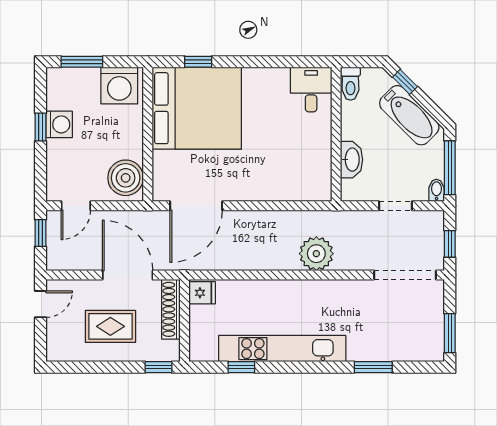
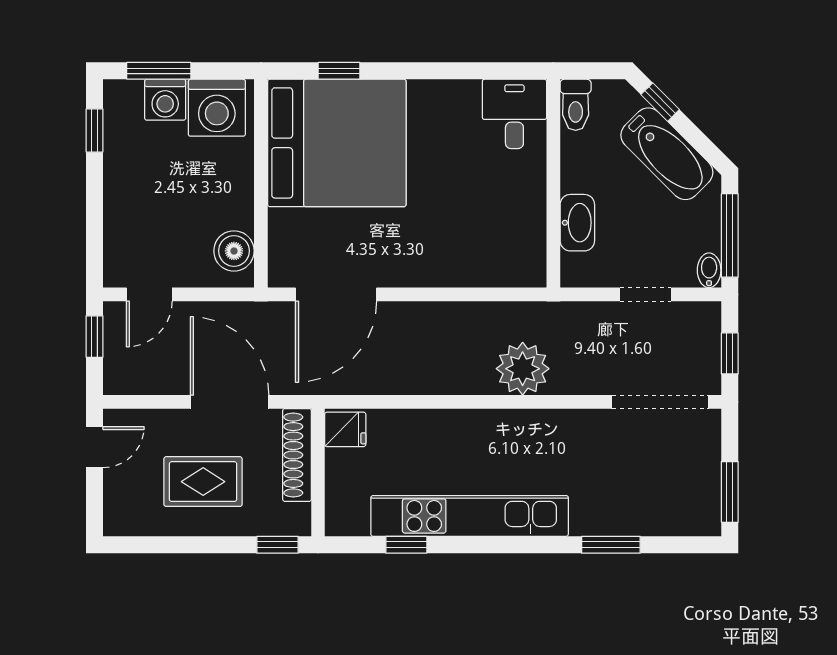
washing machine: (59, 124) -> (165, 100), moved, turned 90
window: (40, 127) -> (95, 131), moved
boiler: (126, 178) -> (234, 251), width x0.73, depth x0.73

